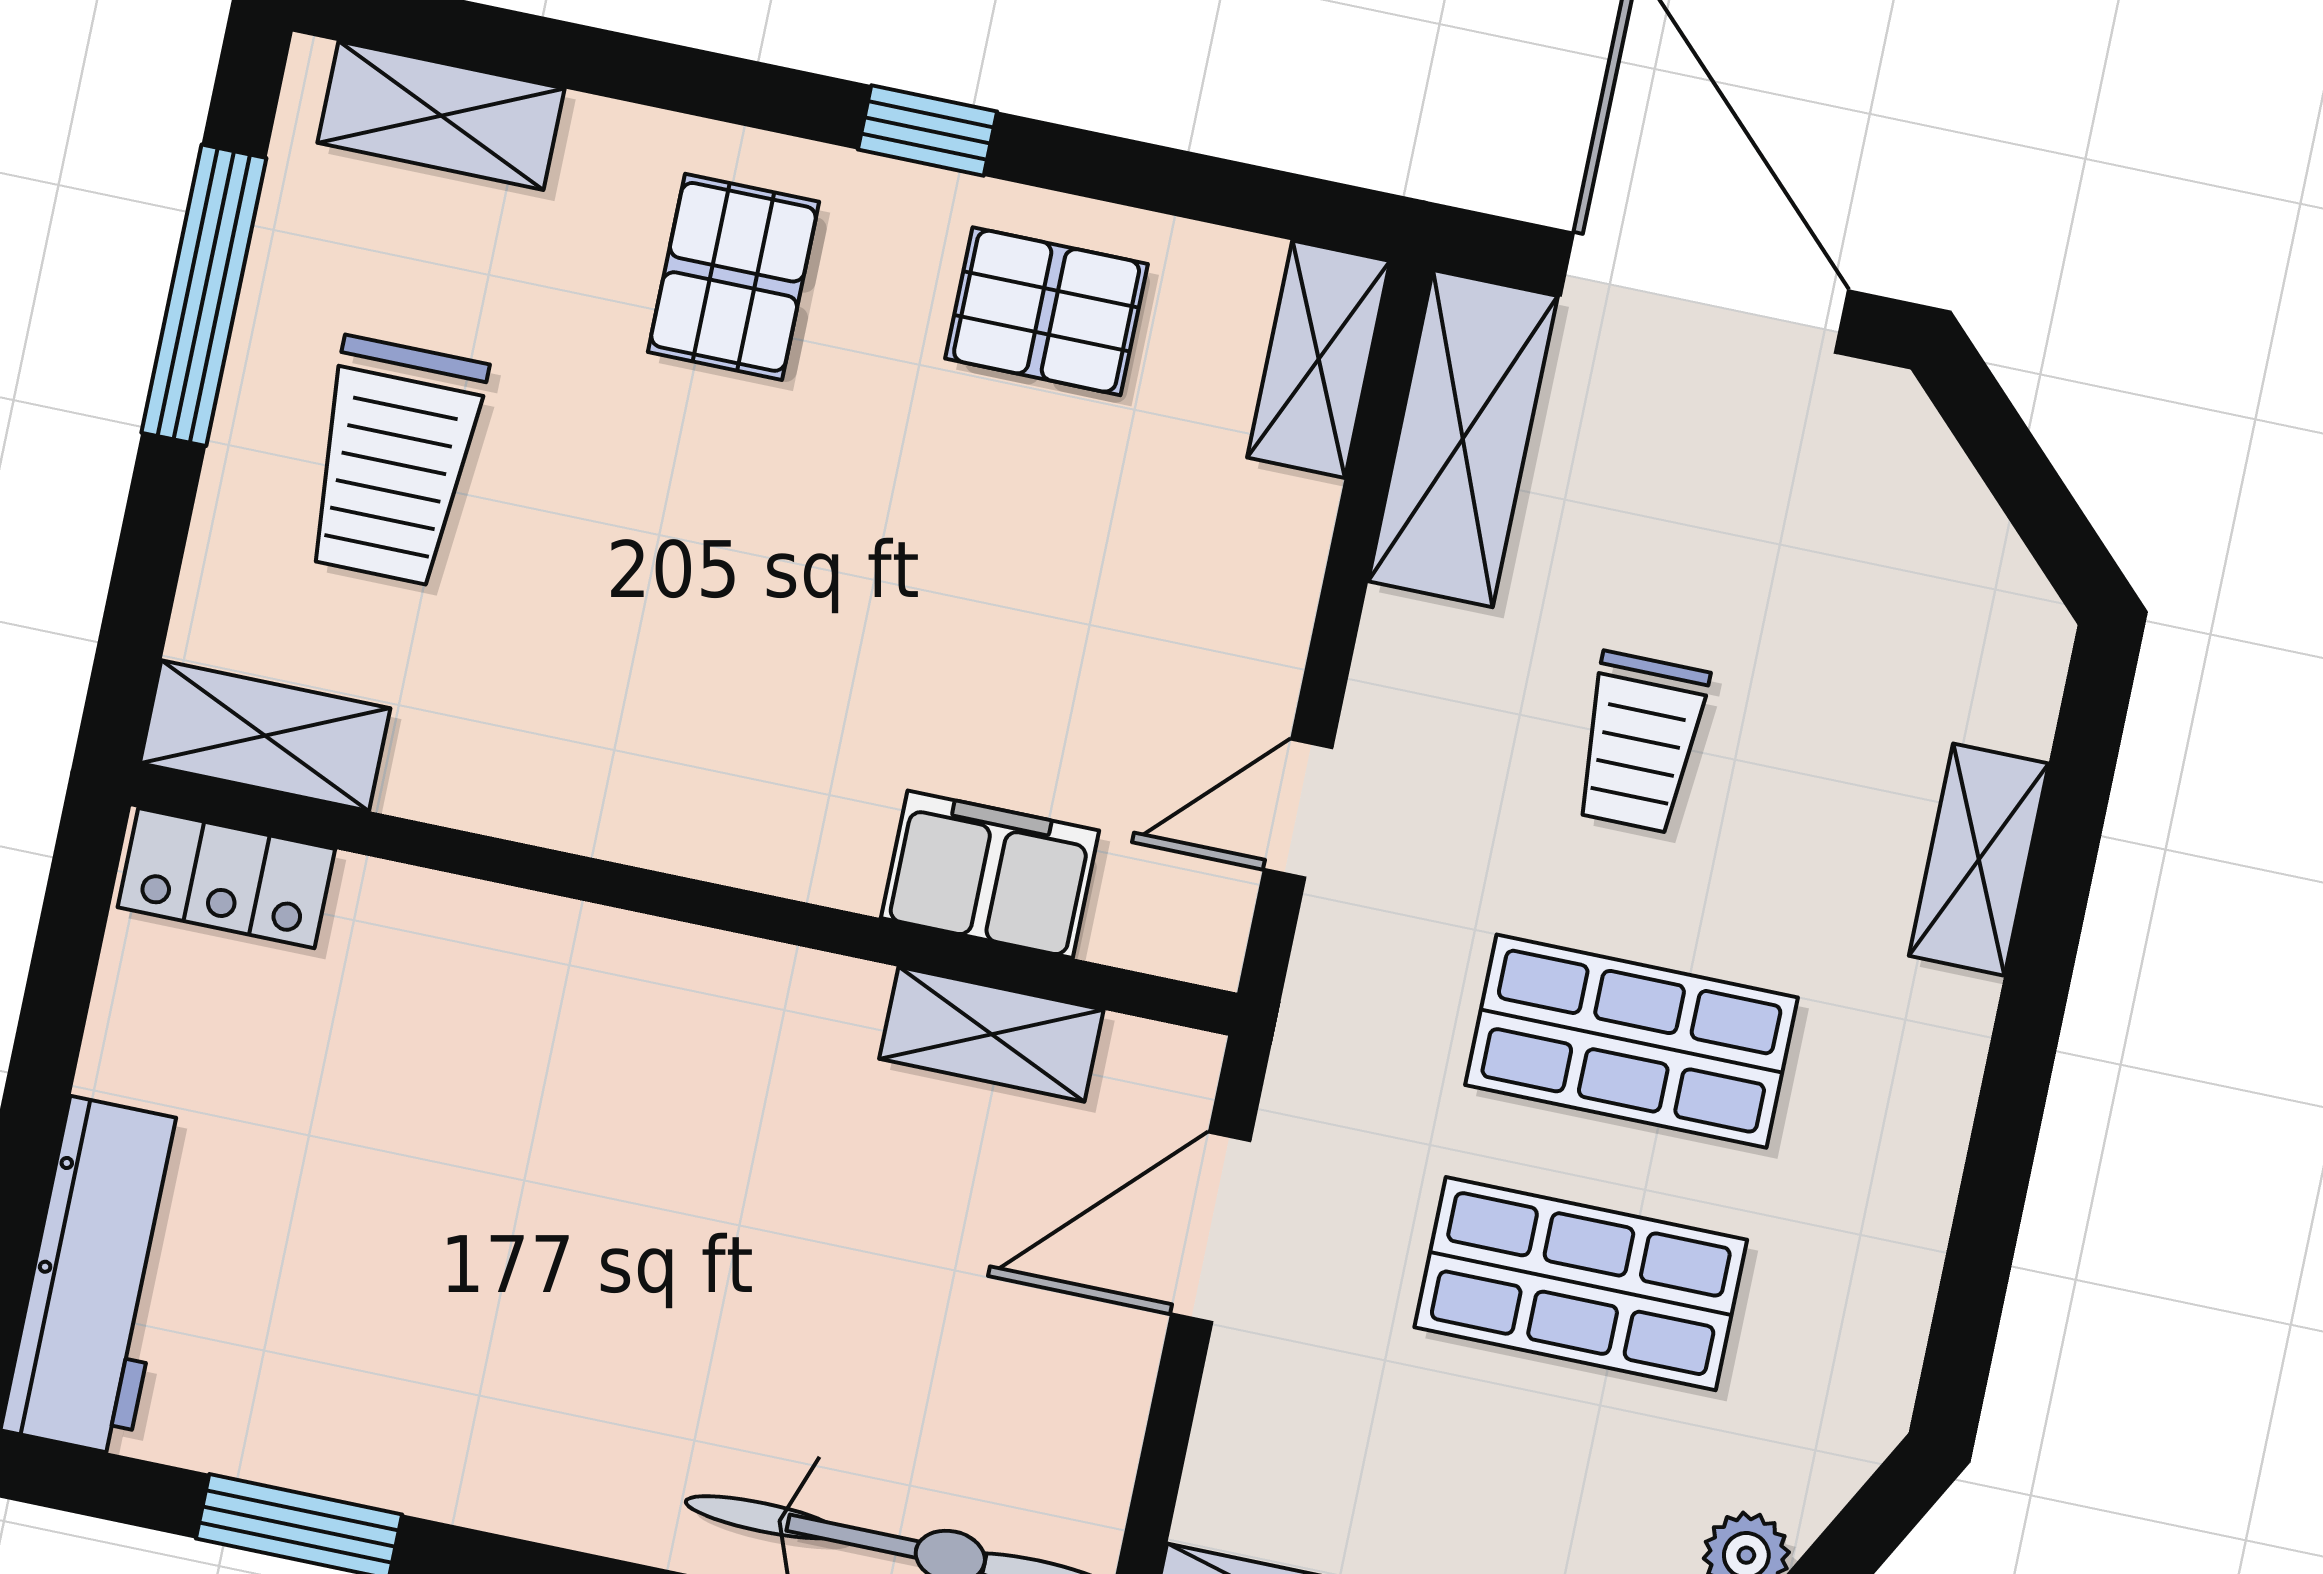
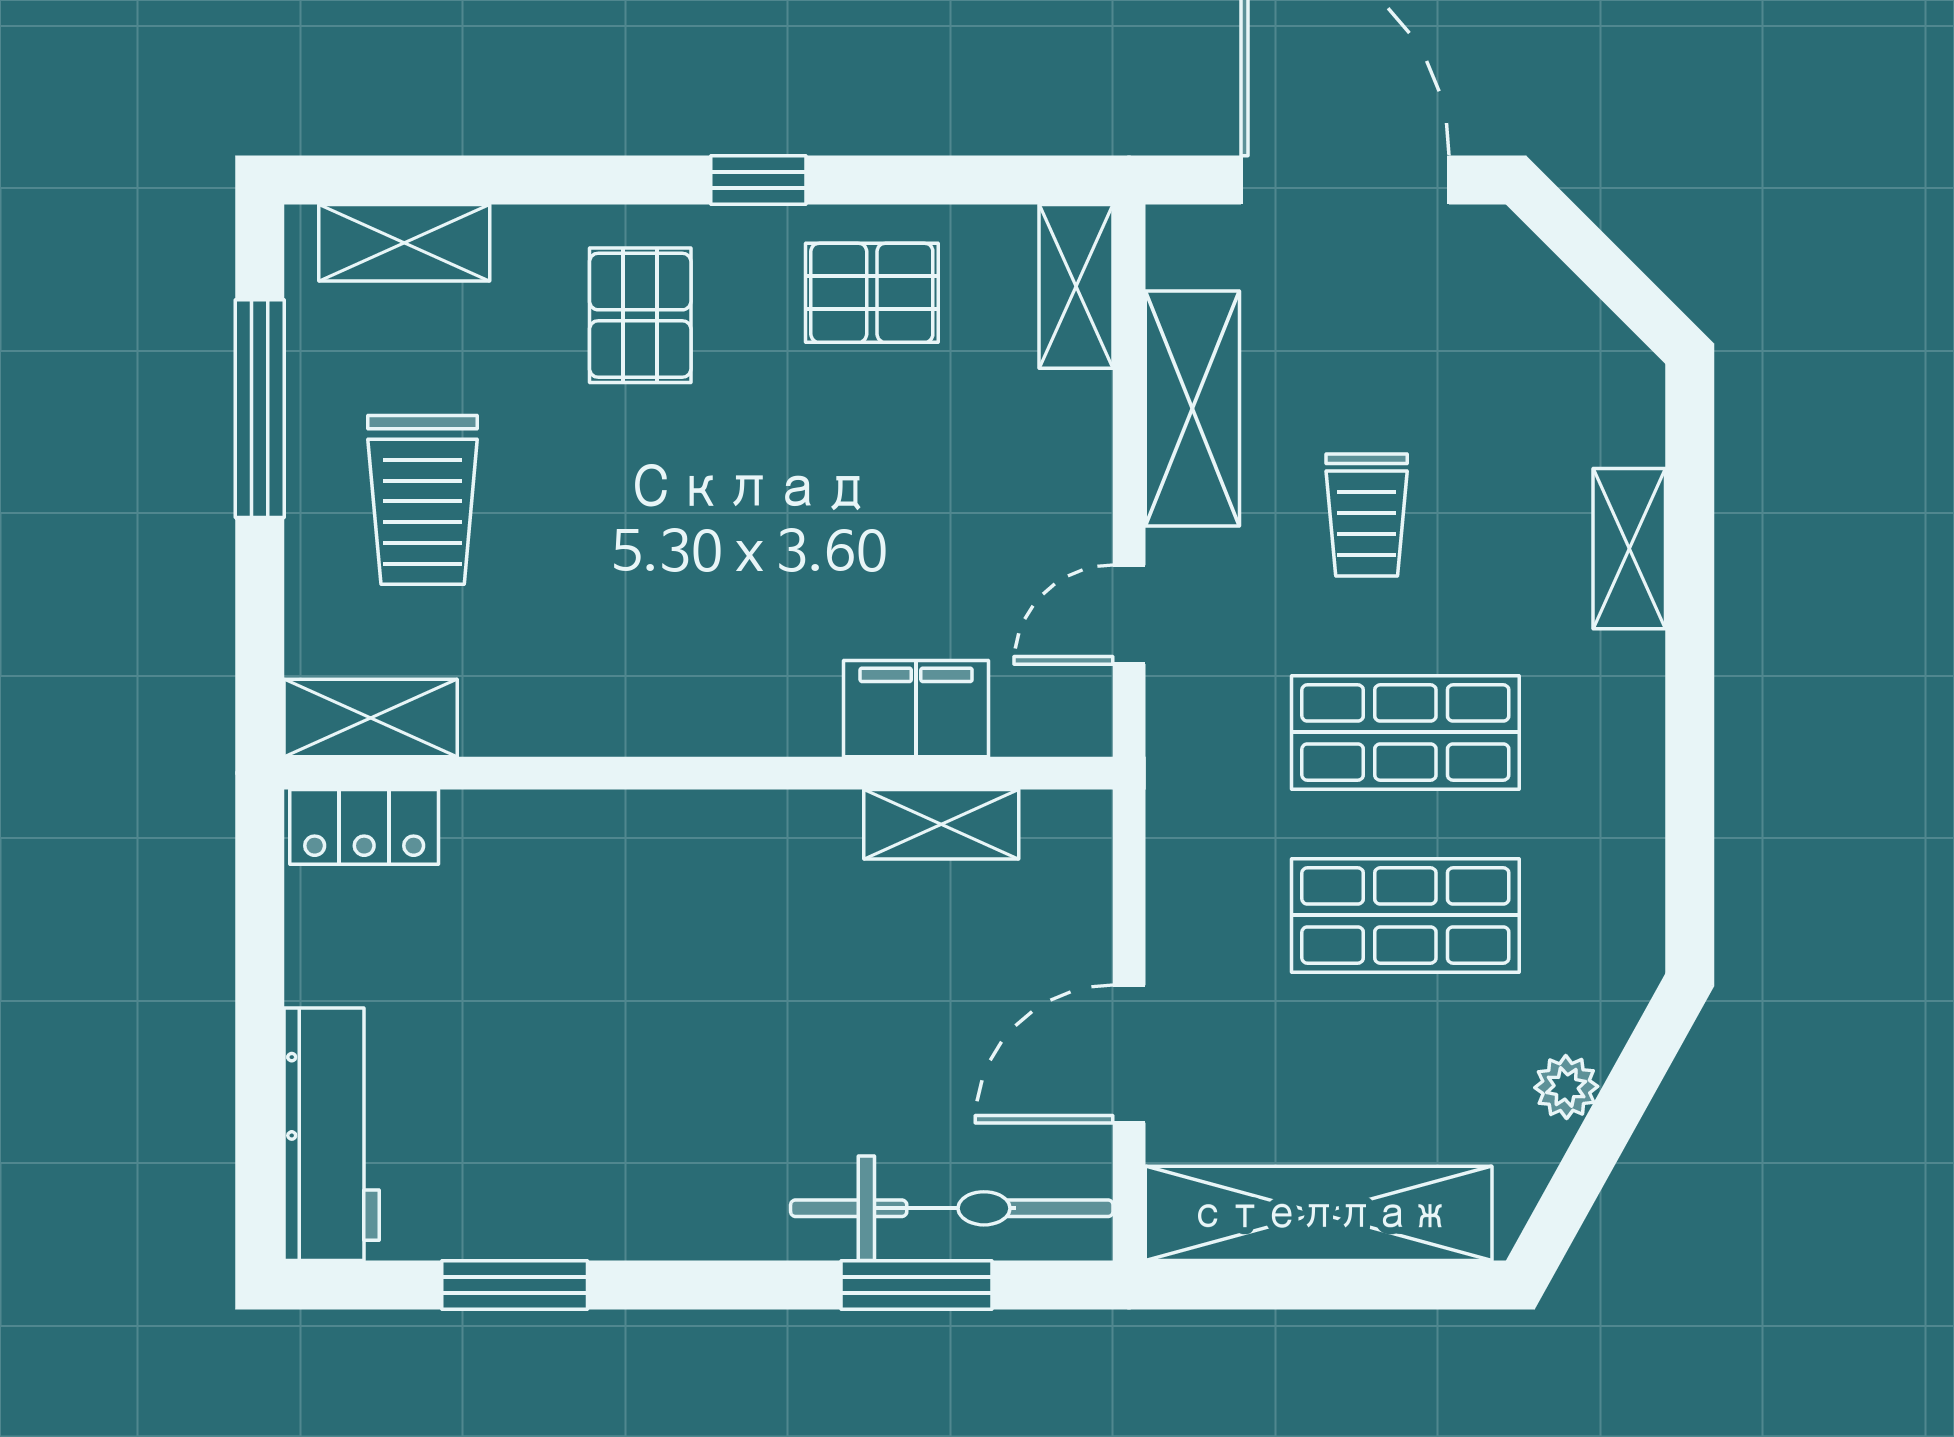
shelving: (1463, 439) -> (1192, 409), moved
door: (1211, 1227) -> (1129, 1054), moved

